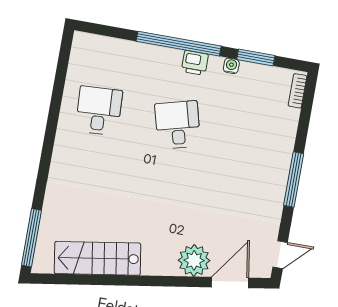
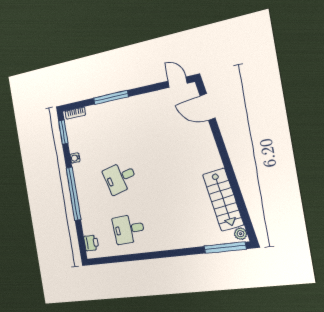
window: (256, 57) -> (63, 132), moved
printer: (195, 63) -> (91, 243), moved
window: (294, 179) -> (111, 97), moved
plant: (194, 260) -> (241, 234), moved, width x0.53, depth x0.53

